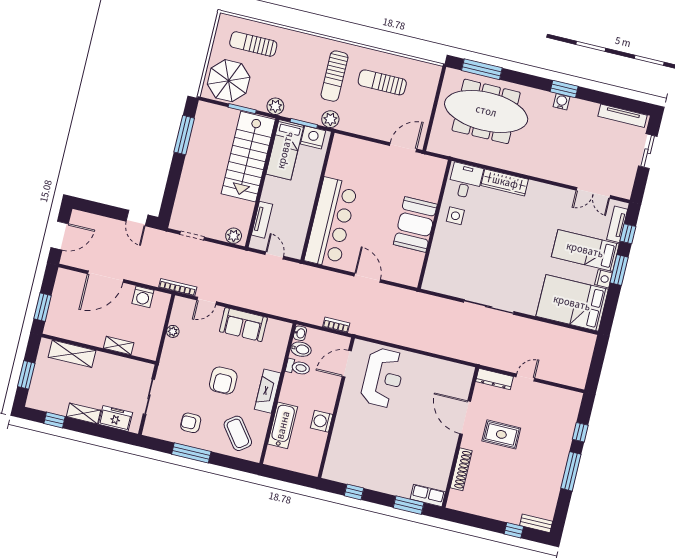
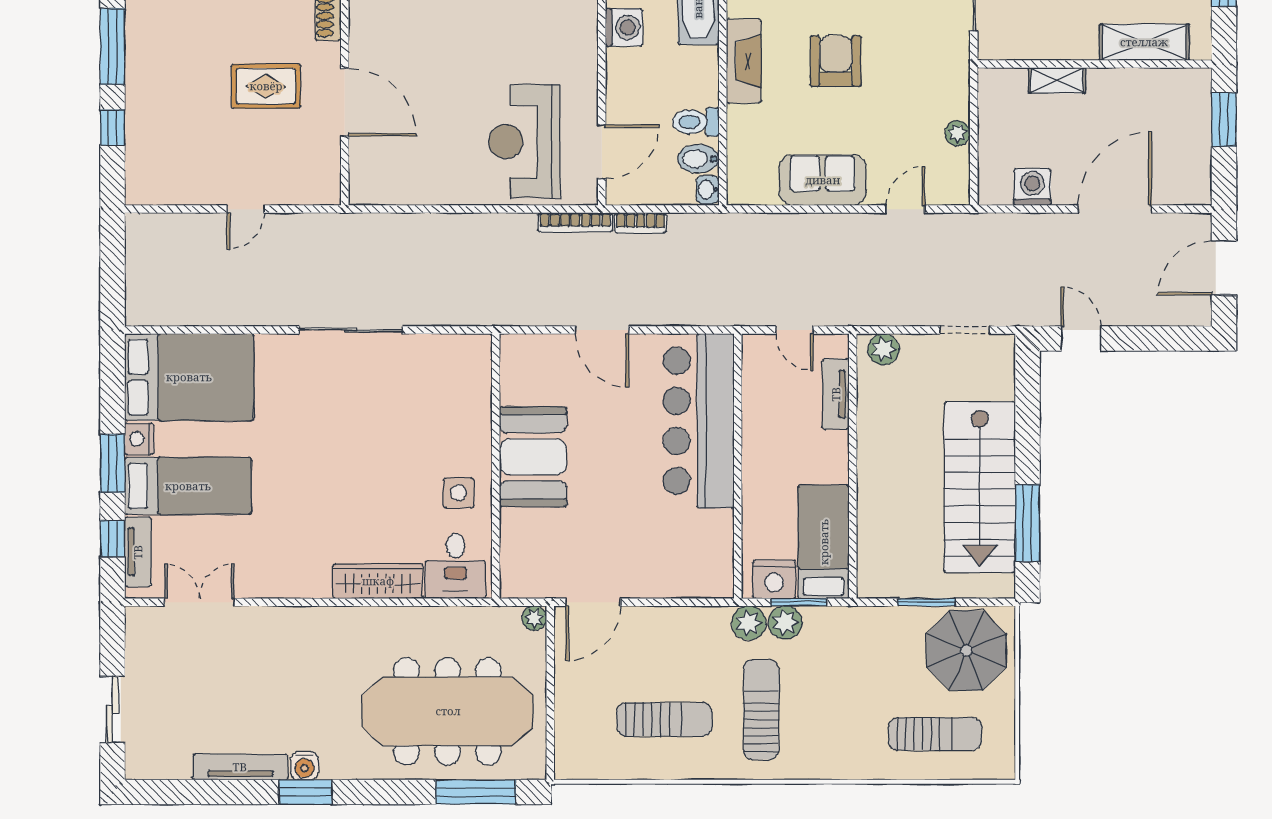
plant: (275, 106) -> (785, 623), moved
tv unit: (623, 116) -> (240, 767), moved
plant: (433, 146) -> (534, 618), added
stairs: (248, 157) -> (980, 487), moved, turned 180
bookcase: (178, 287) -> (575, 222), moved
dresser: (495, 379) -> (305, 191), removed

